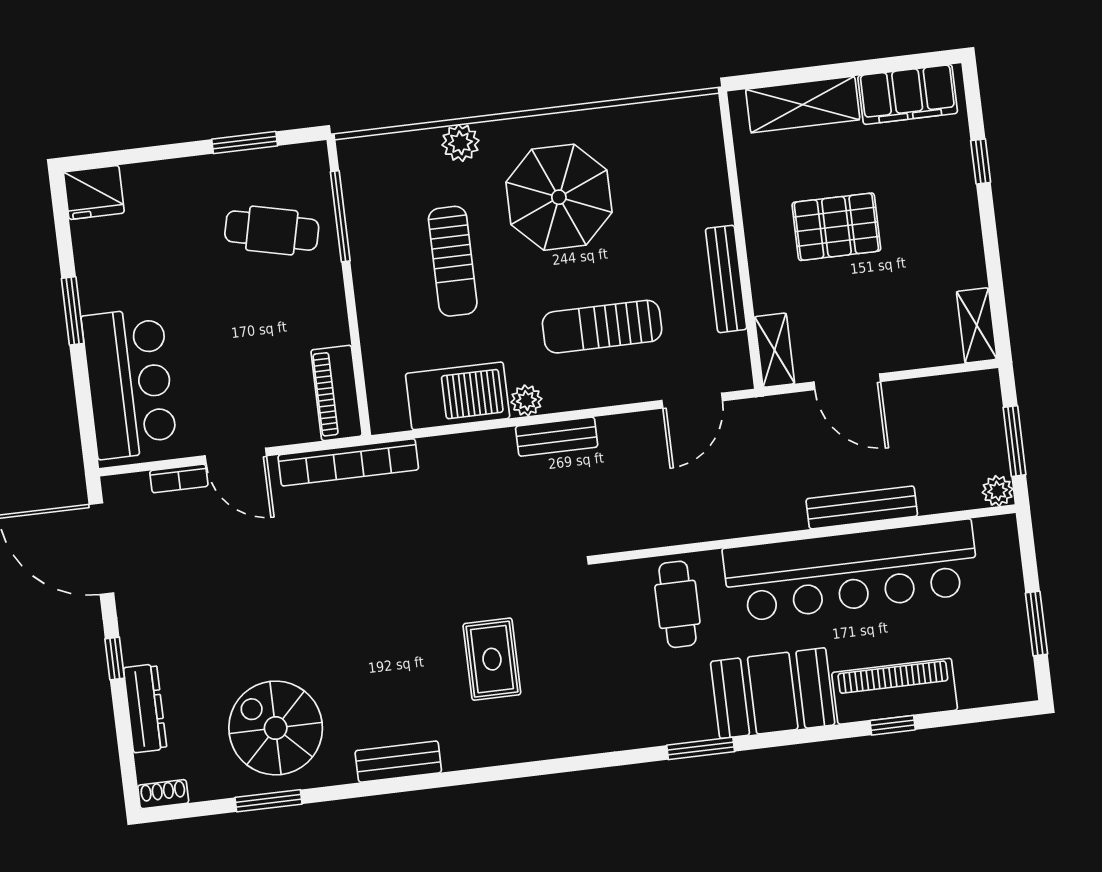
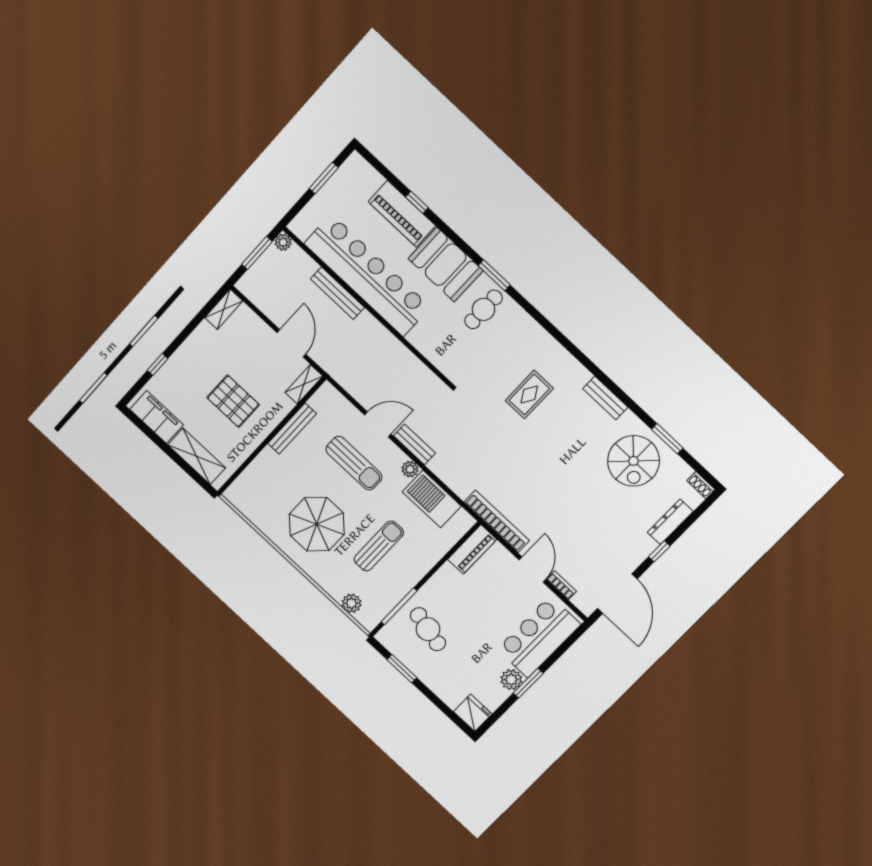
plant: (460, 143) -> (352, 603), moved
plant: (98, 291) -> (511, 680), added
door: (692, 401) -> (378, 424), moved
cafe table: (677, 604) -> (484, 309), moved

